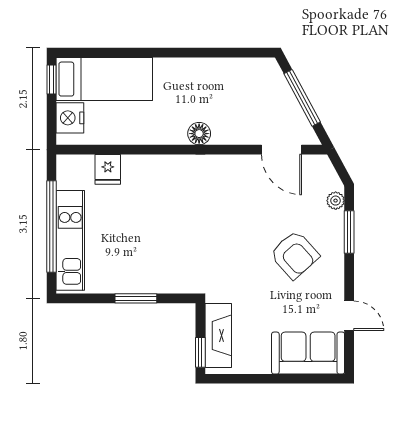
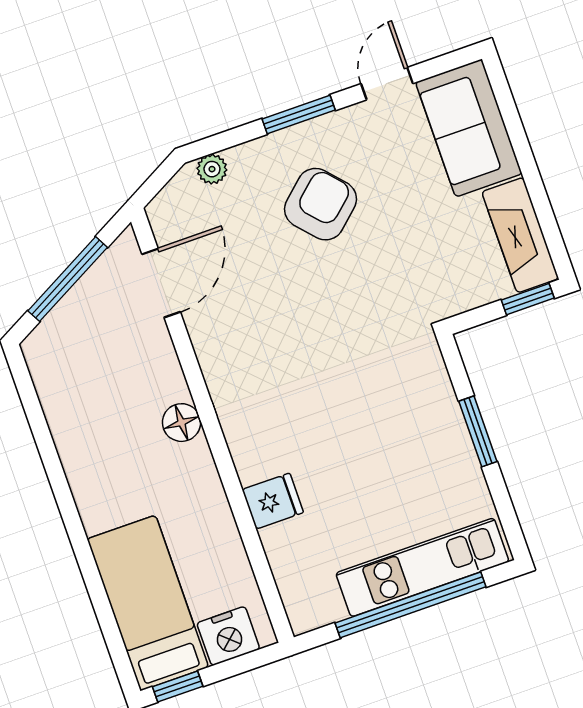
fridge: (108, 169) -> (273, 501), moved
window: (349, 232) -> (299, 114), moved
fireplace: (218, 335) -> (520, 235), moved, turned -90

